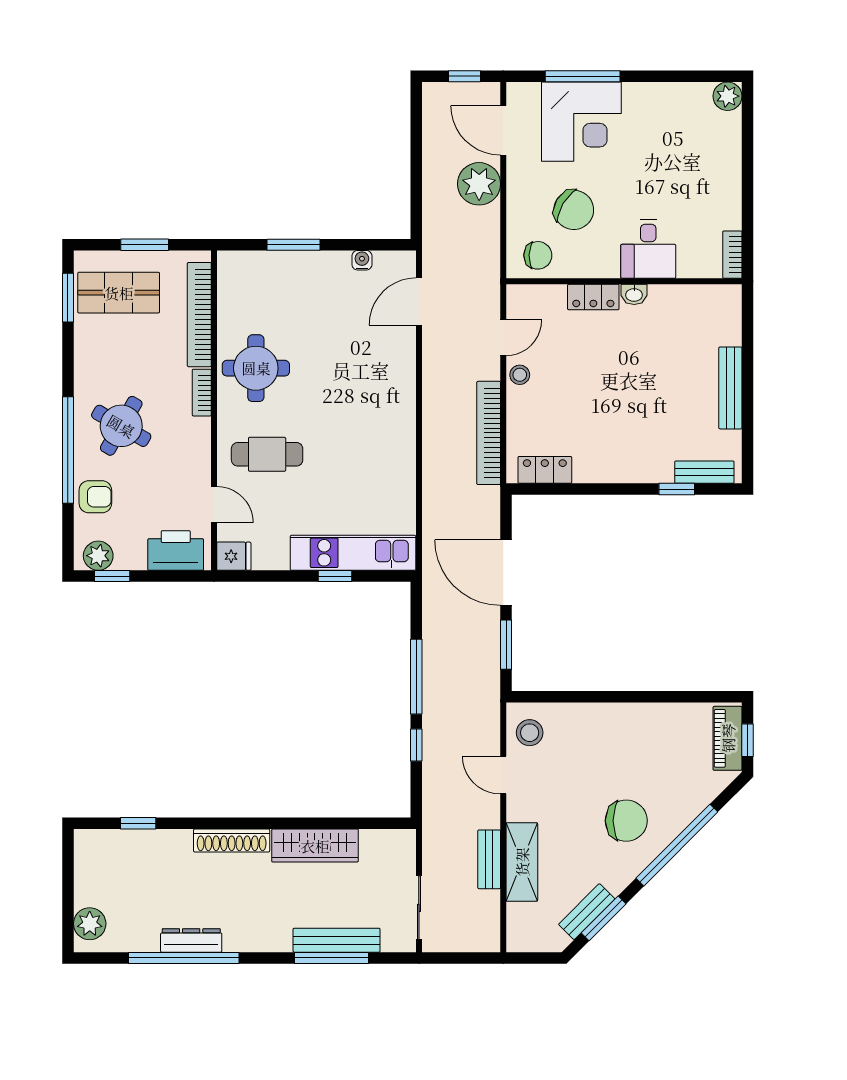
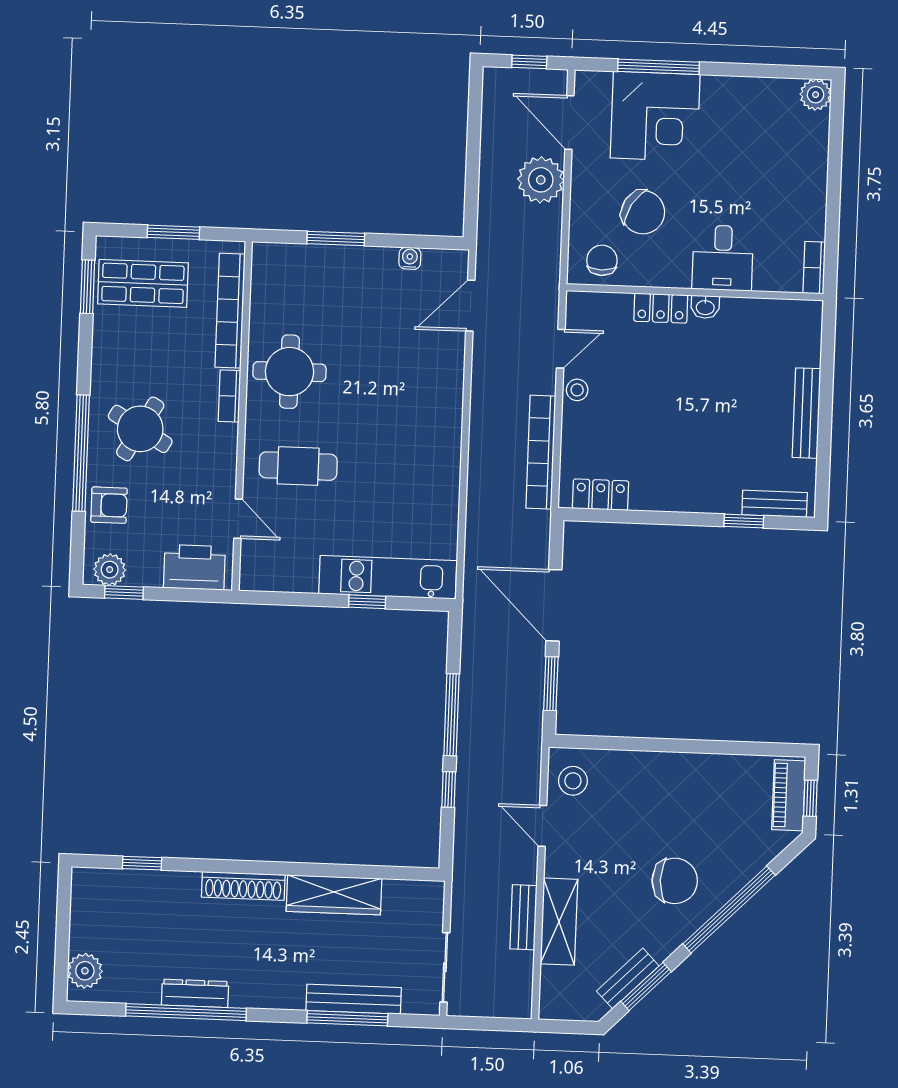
chair: (538, 255) -> (602, 260), turned -91
fridge: (234, 556) -> (258, 576), removed

